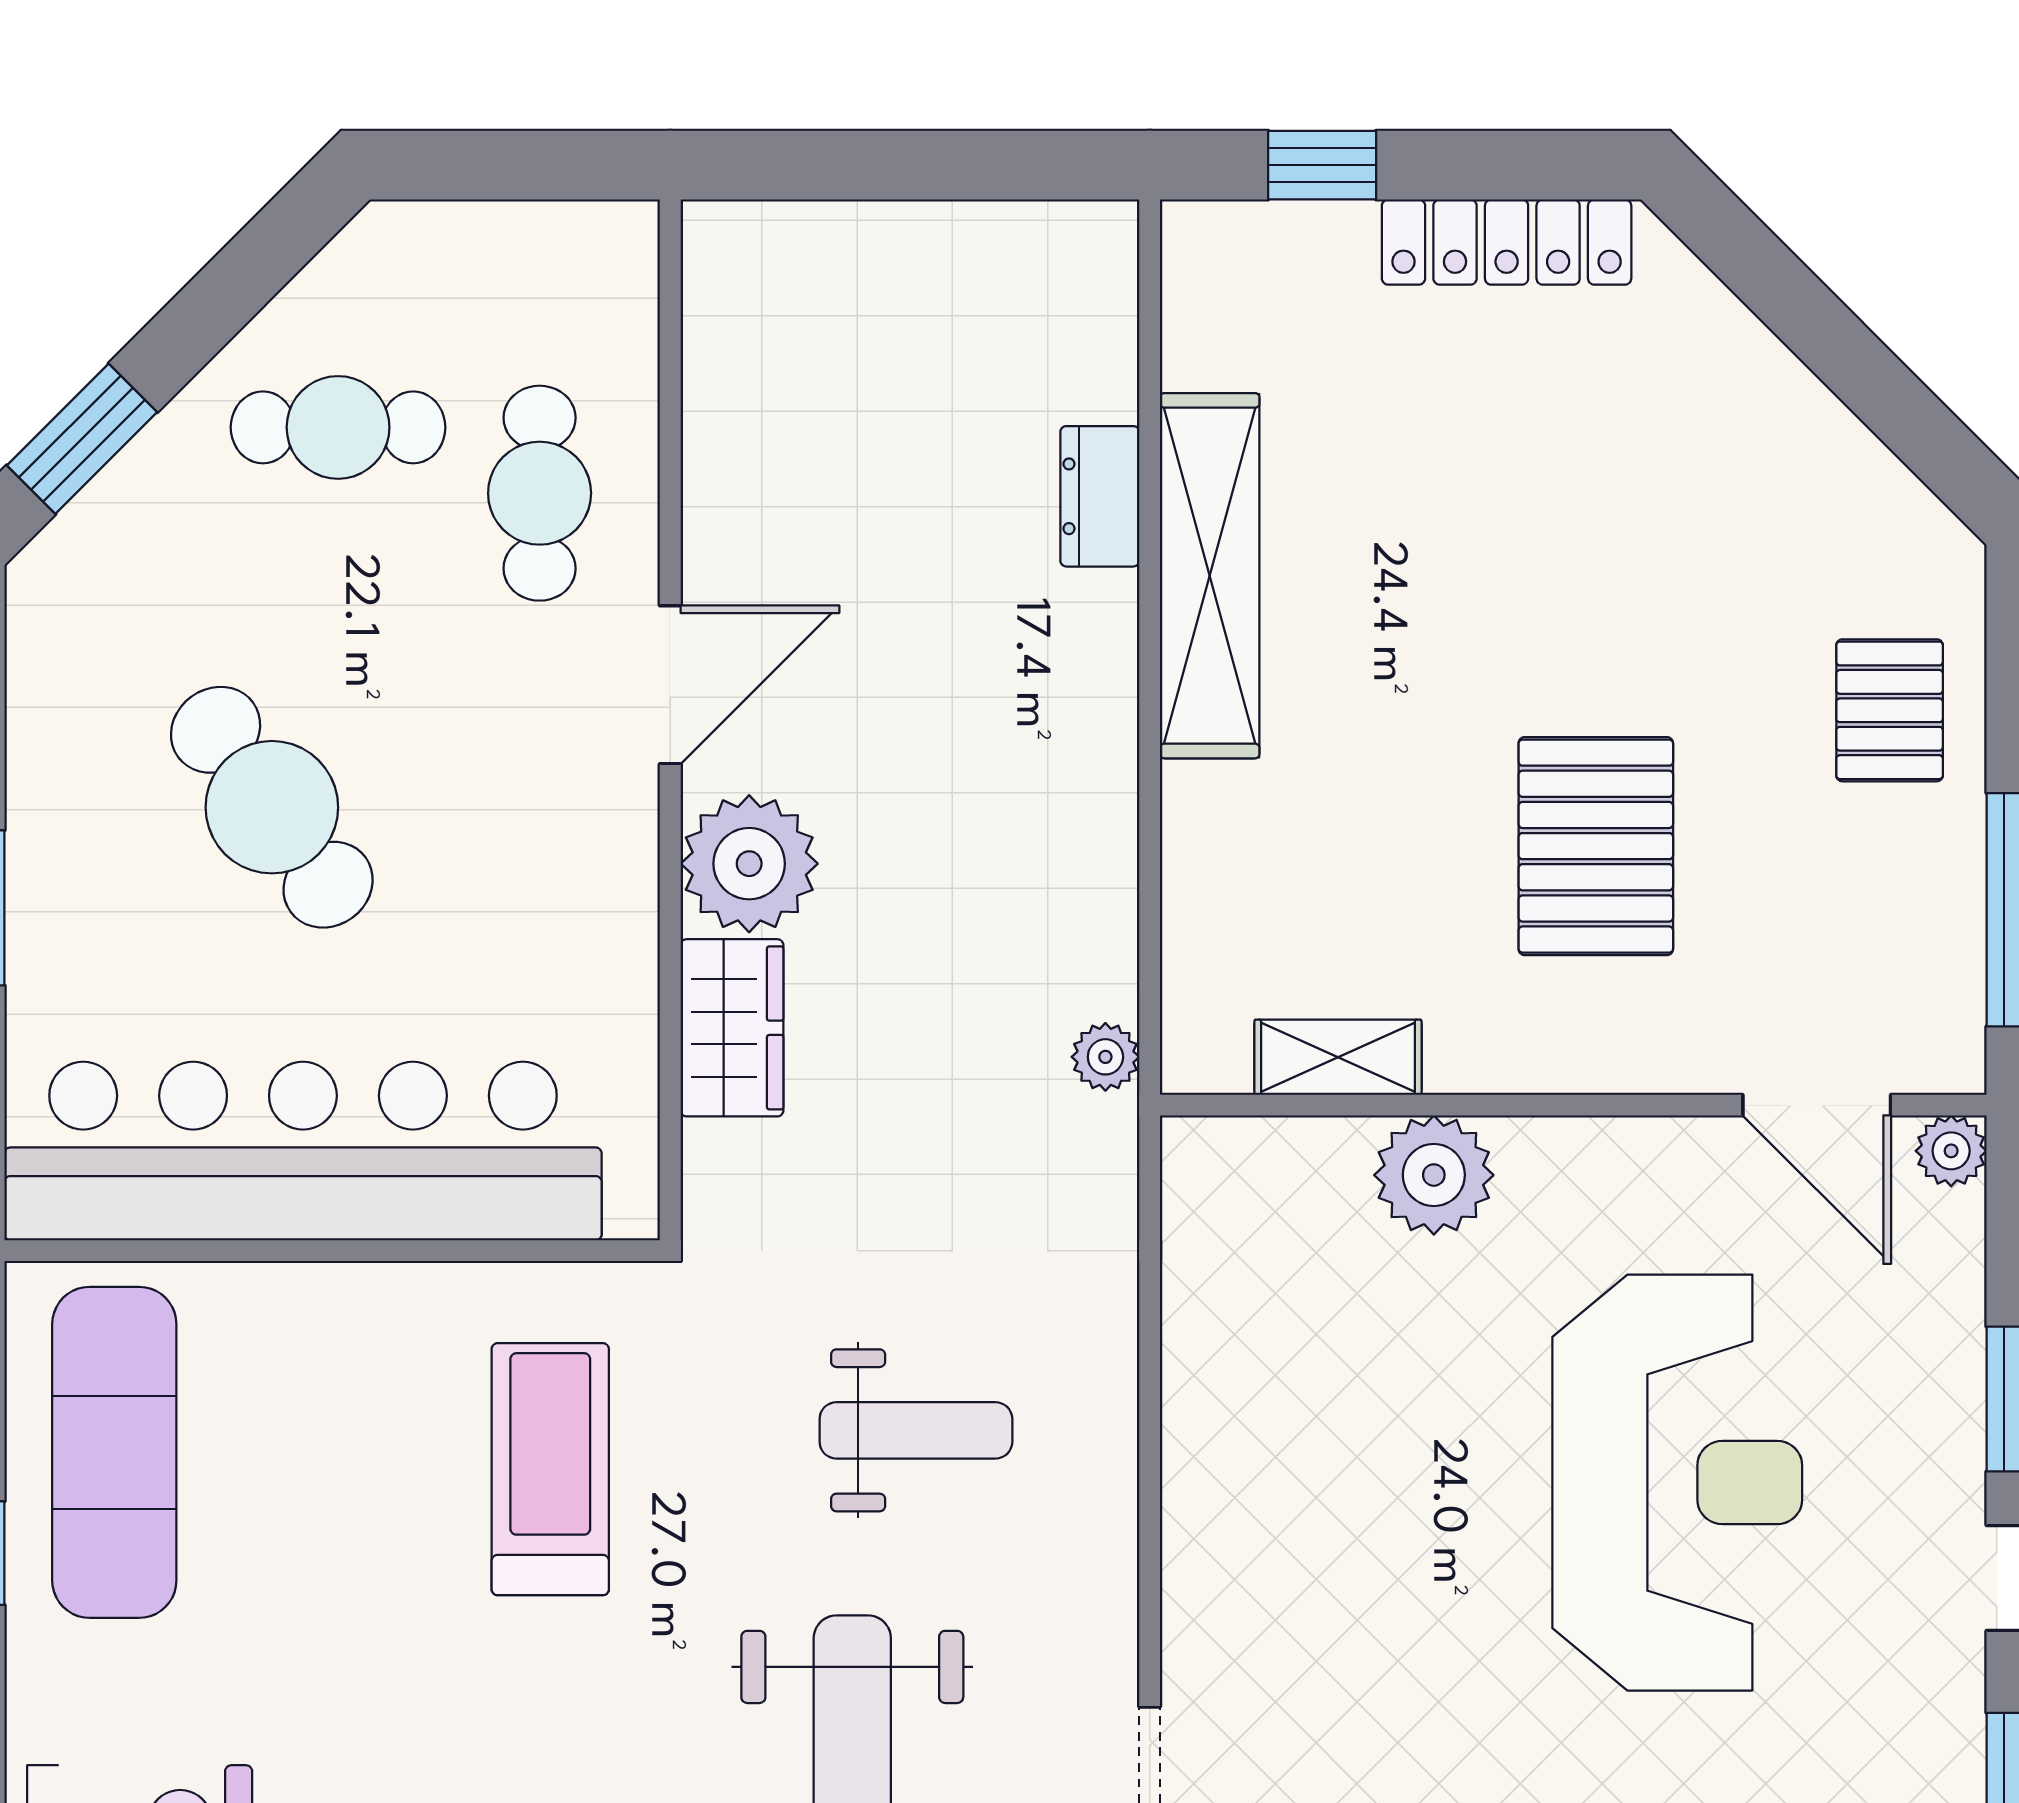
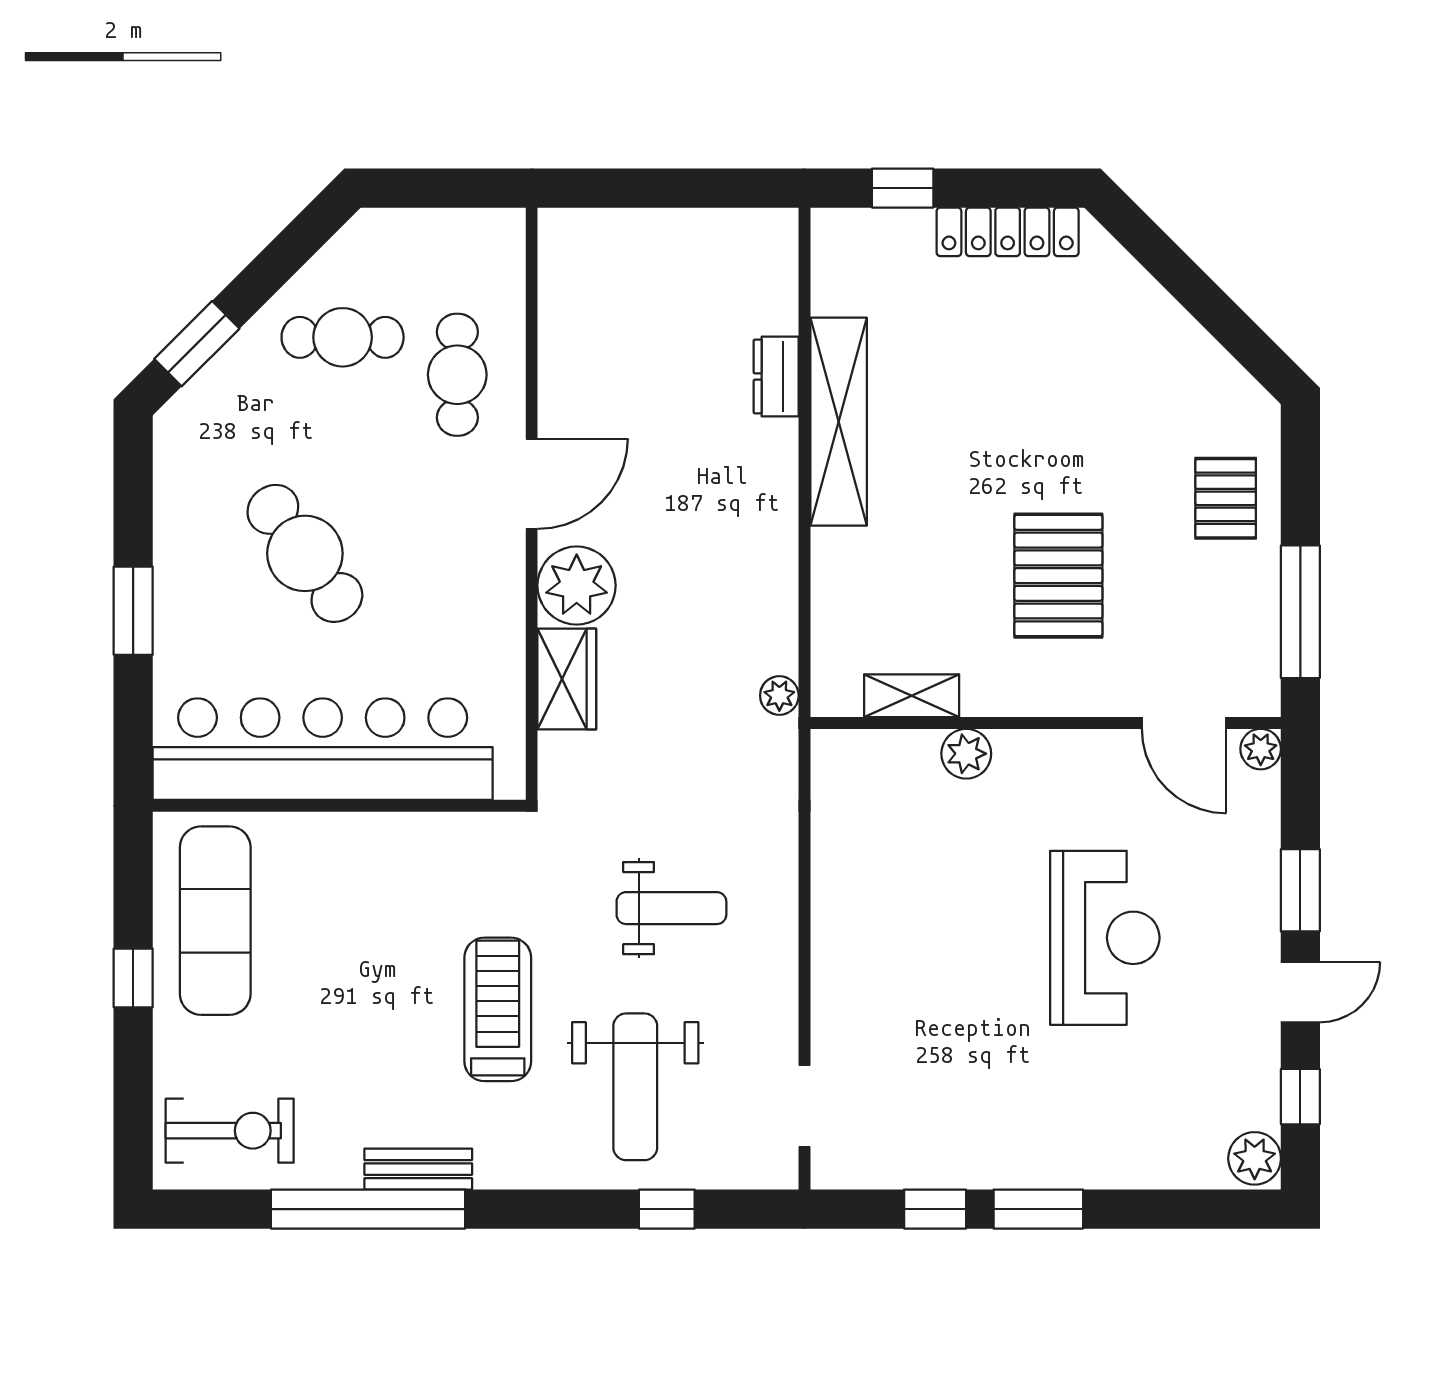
plant: (1434, 1175) -> (966, 754), width x0.73, depth x0.73
treadmill: (550, 1469) -> (498, 1009), moved
reception desk: (1677, 1483) -> (1105, 938), width x0.74, depth x0.77

